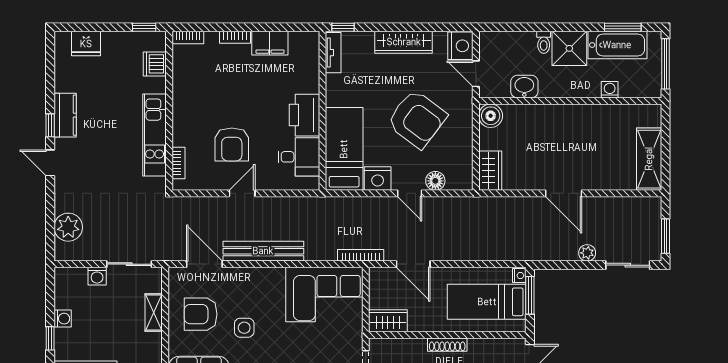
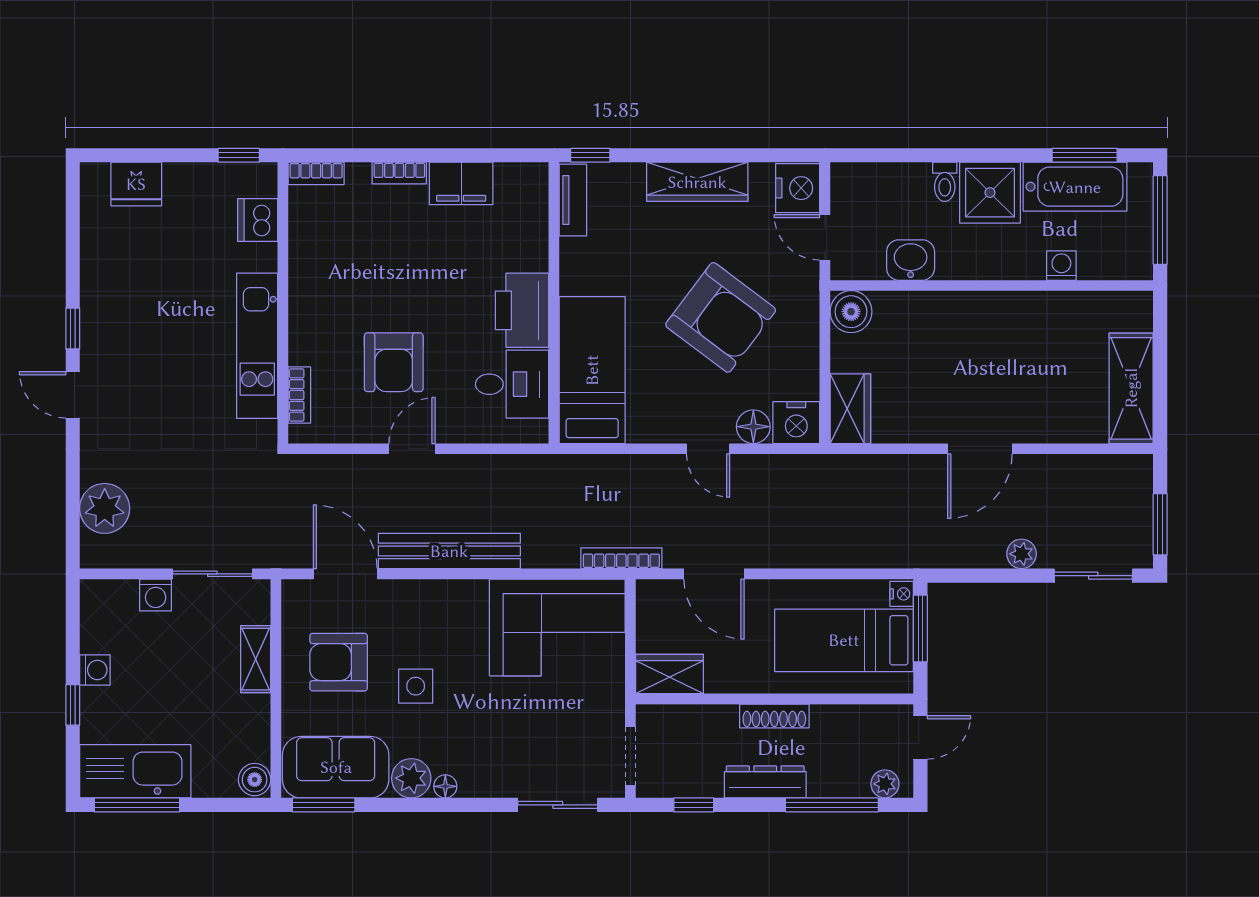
kitchen counter: (65, 115) -> (99, 310), removed
nightstand: (378, 179) -> (796, 423), moved
door: (564, 193) -> (980, 449), hinge flipped

